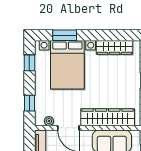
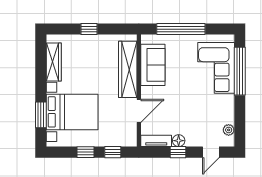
window: (29, 63) -> (85, 152), moved
plant: (49, 121) -> (132, 131), removed

